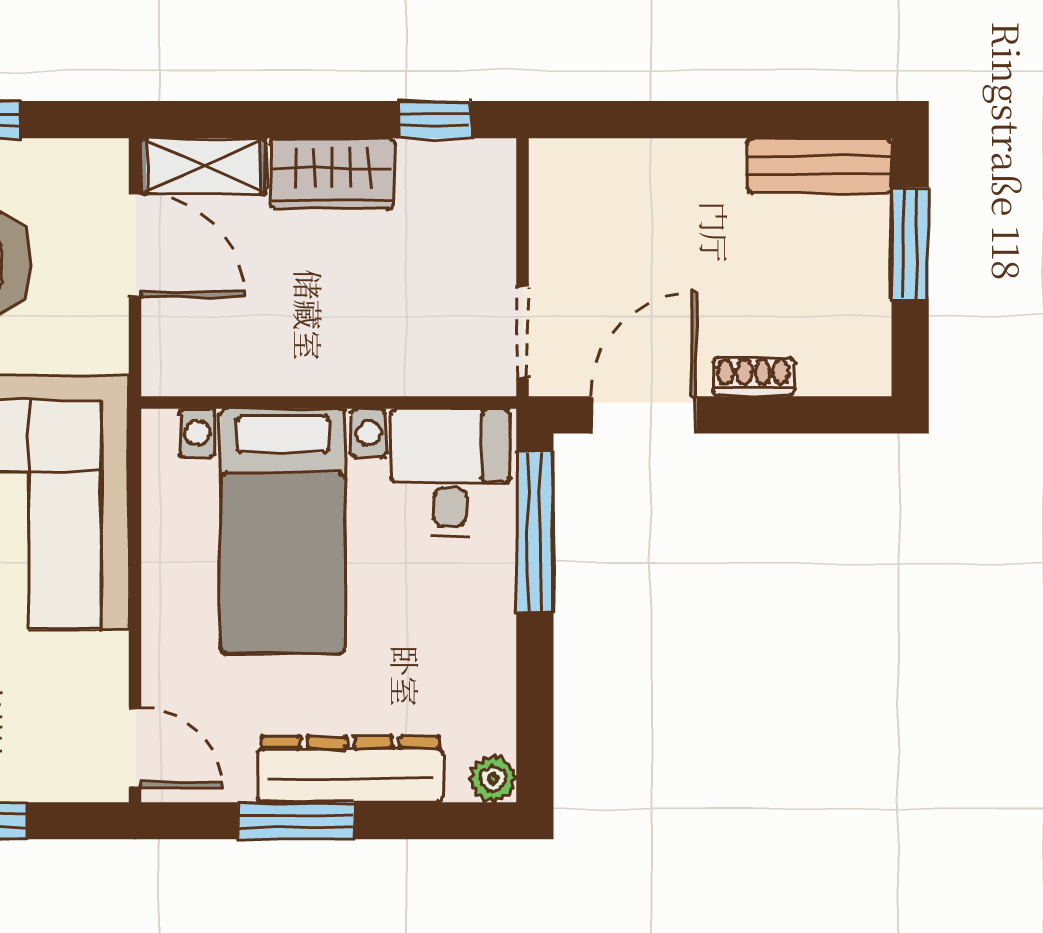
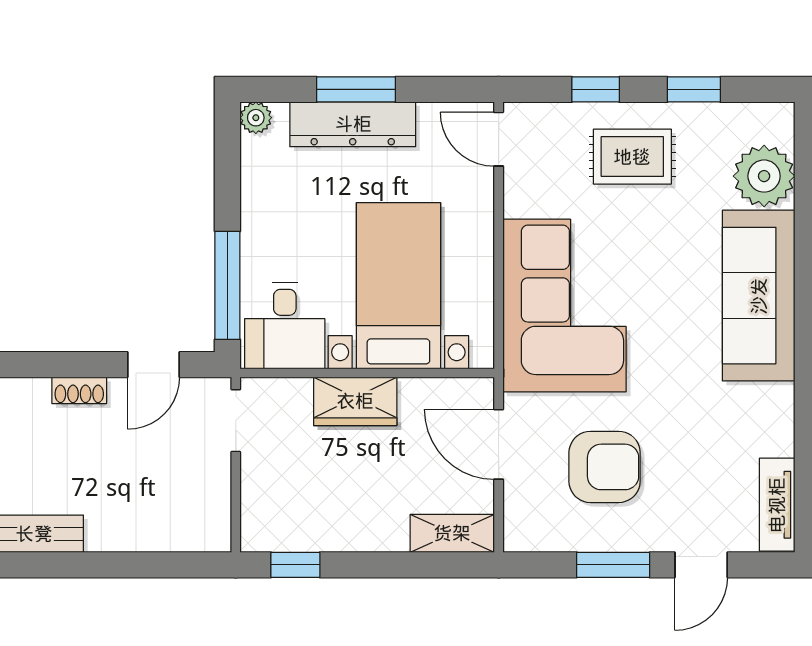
wardrobe: (332, 174) -> (355, 401), moved, turned 180
door: (135, 246) -> (499, 444), moved
door: (644, 415) -> (154, 365), width x0.73
window: (296, 821) -> (356, 89), moved

